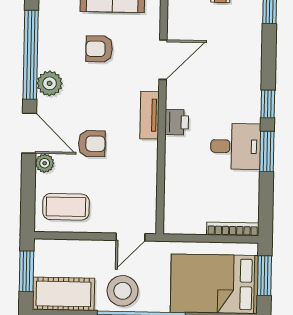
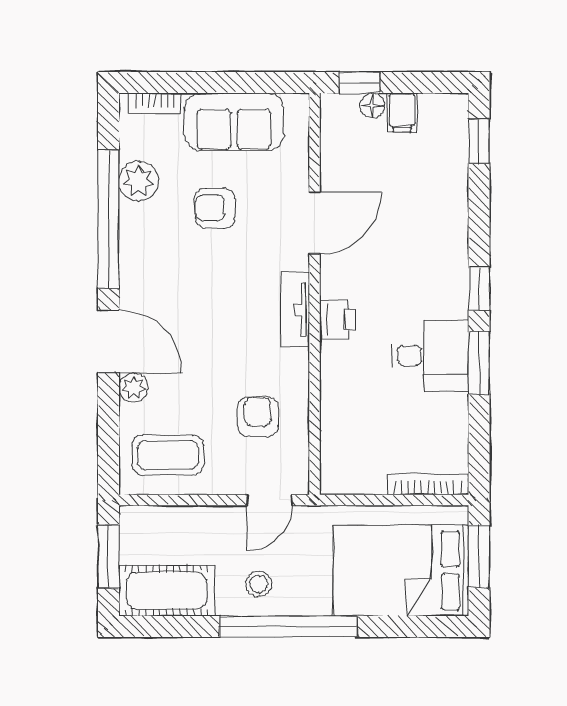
plant: (50, 83) -> (139, 181), moved
armchair: (92, 144) -> (258, 417), moved, turned -90
stool: (123, 291) -> (259, 584), width x0.53, depth x0.53

